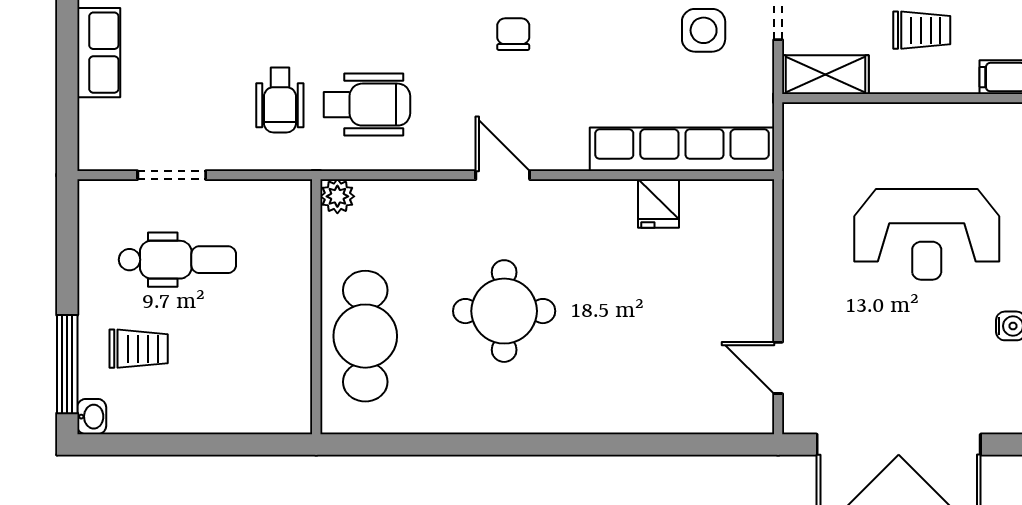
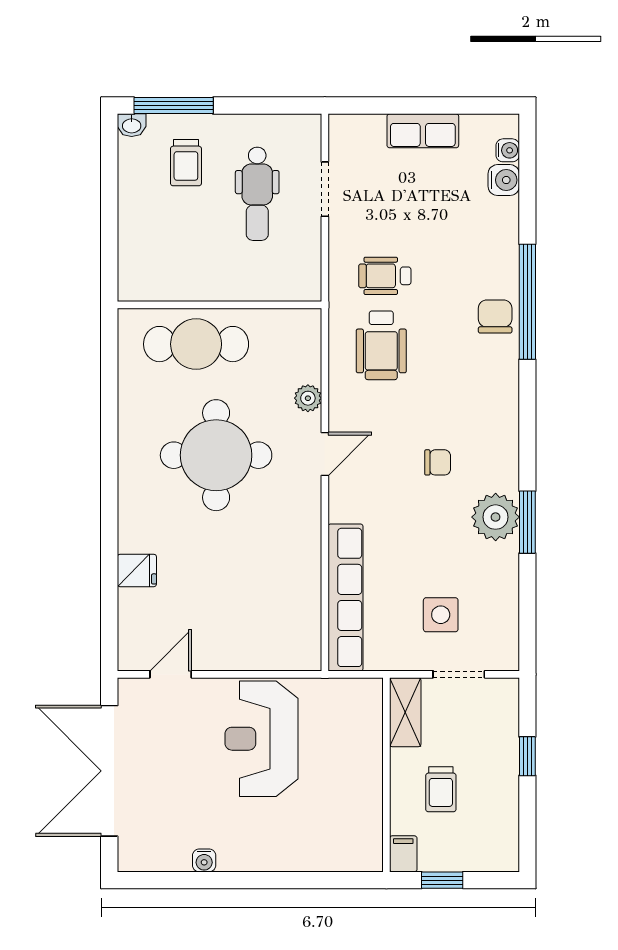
plant: (337, 196) -> (308, 398), moved
fridge: (659, 204) -> (137, 570), moved, turned 180
reception desk: (927, 234) -> (261, 739), moved
round table: (504, 311) -> (216, 455), width x1.36, depth x1.36

